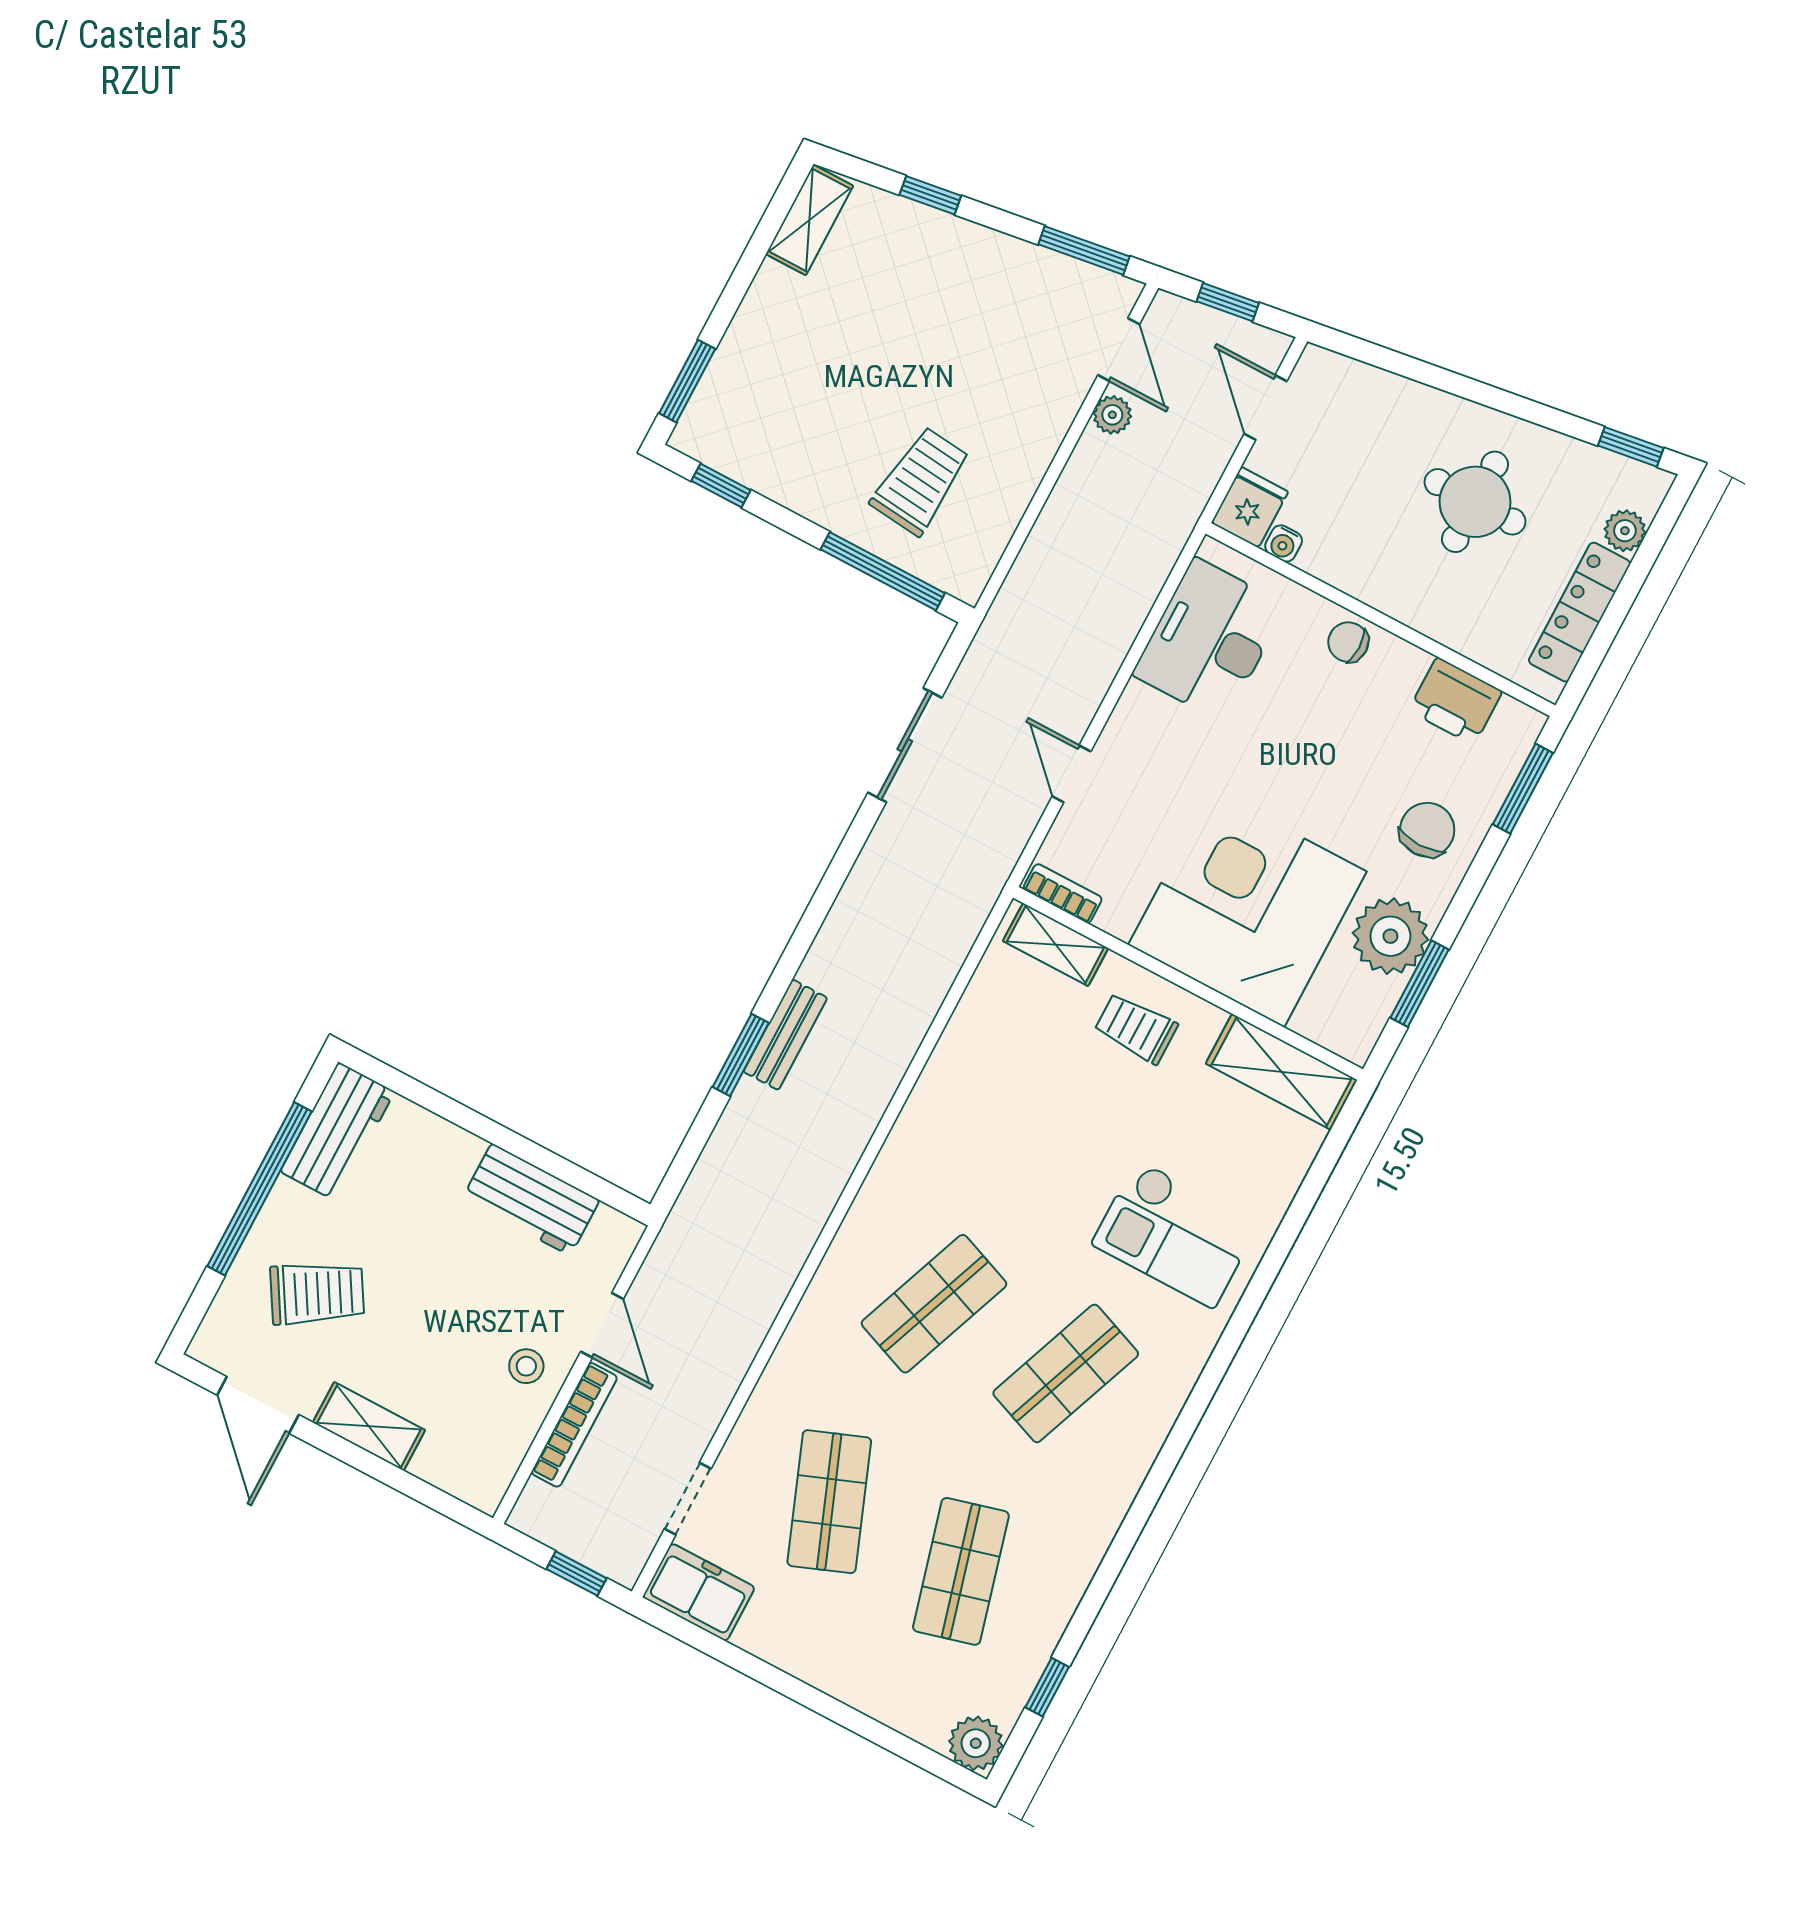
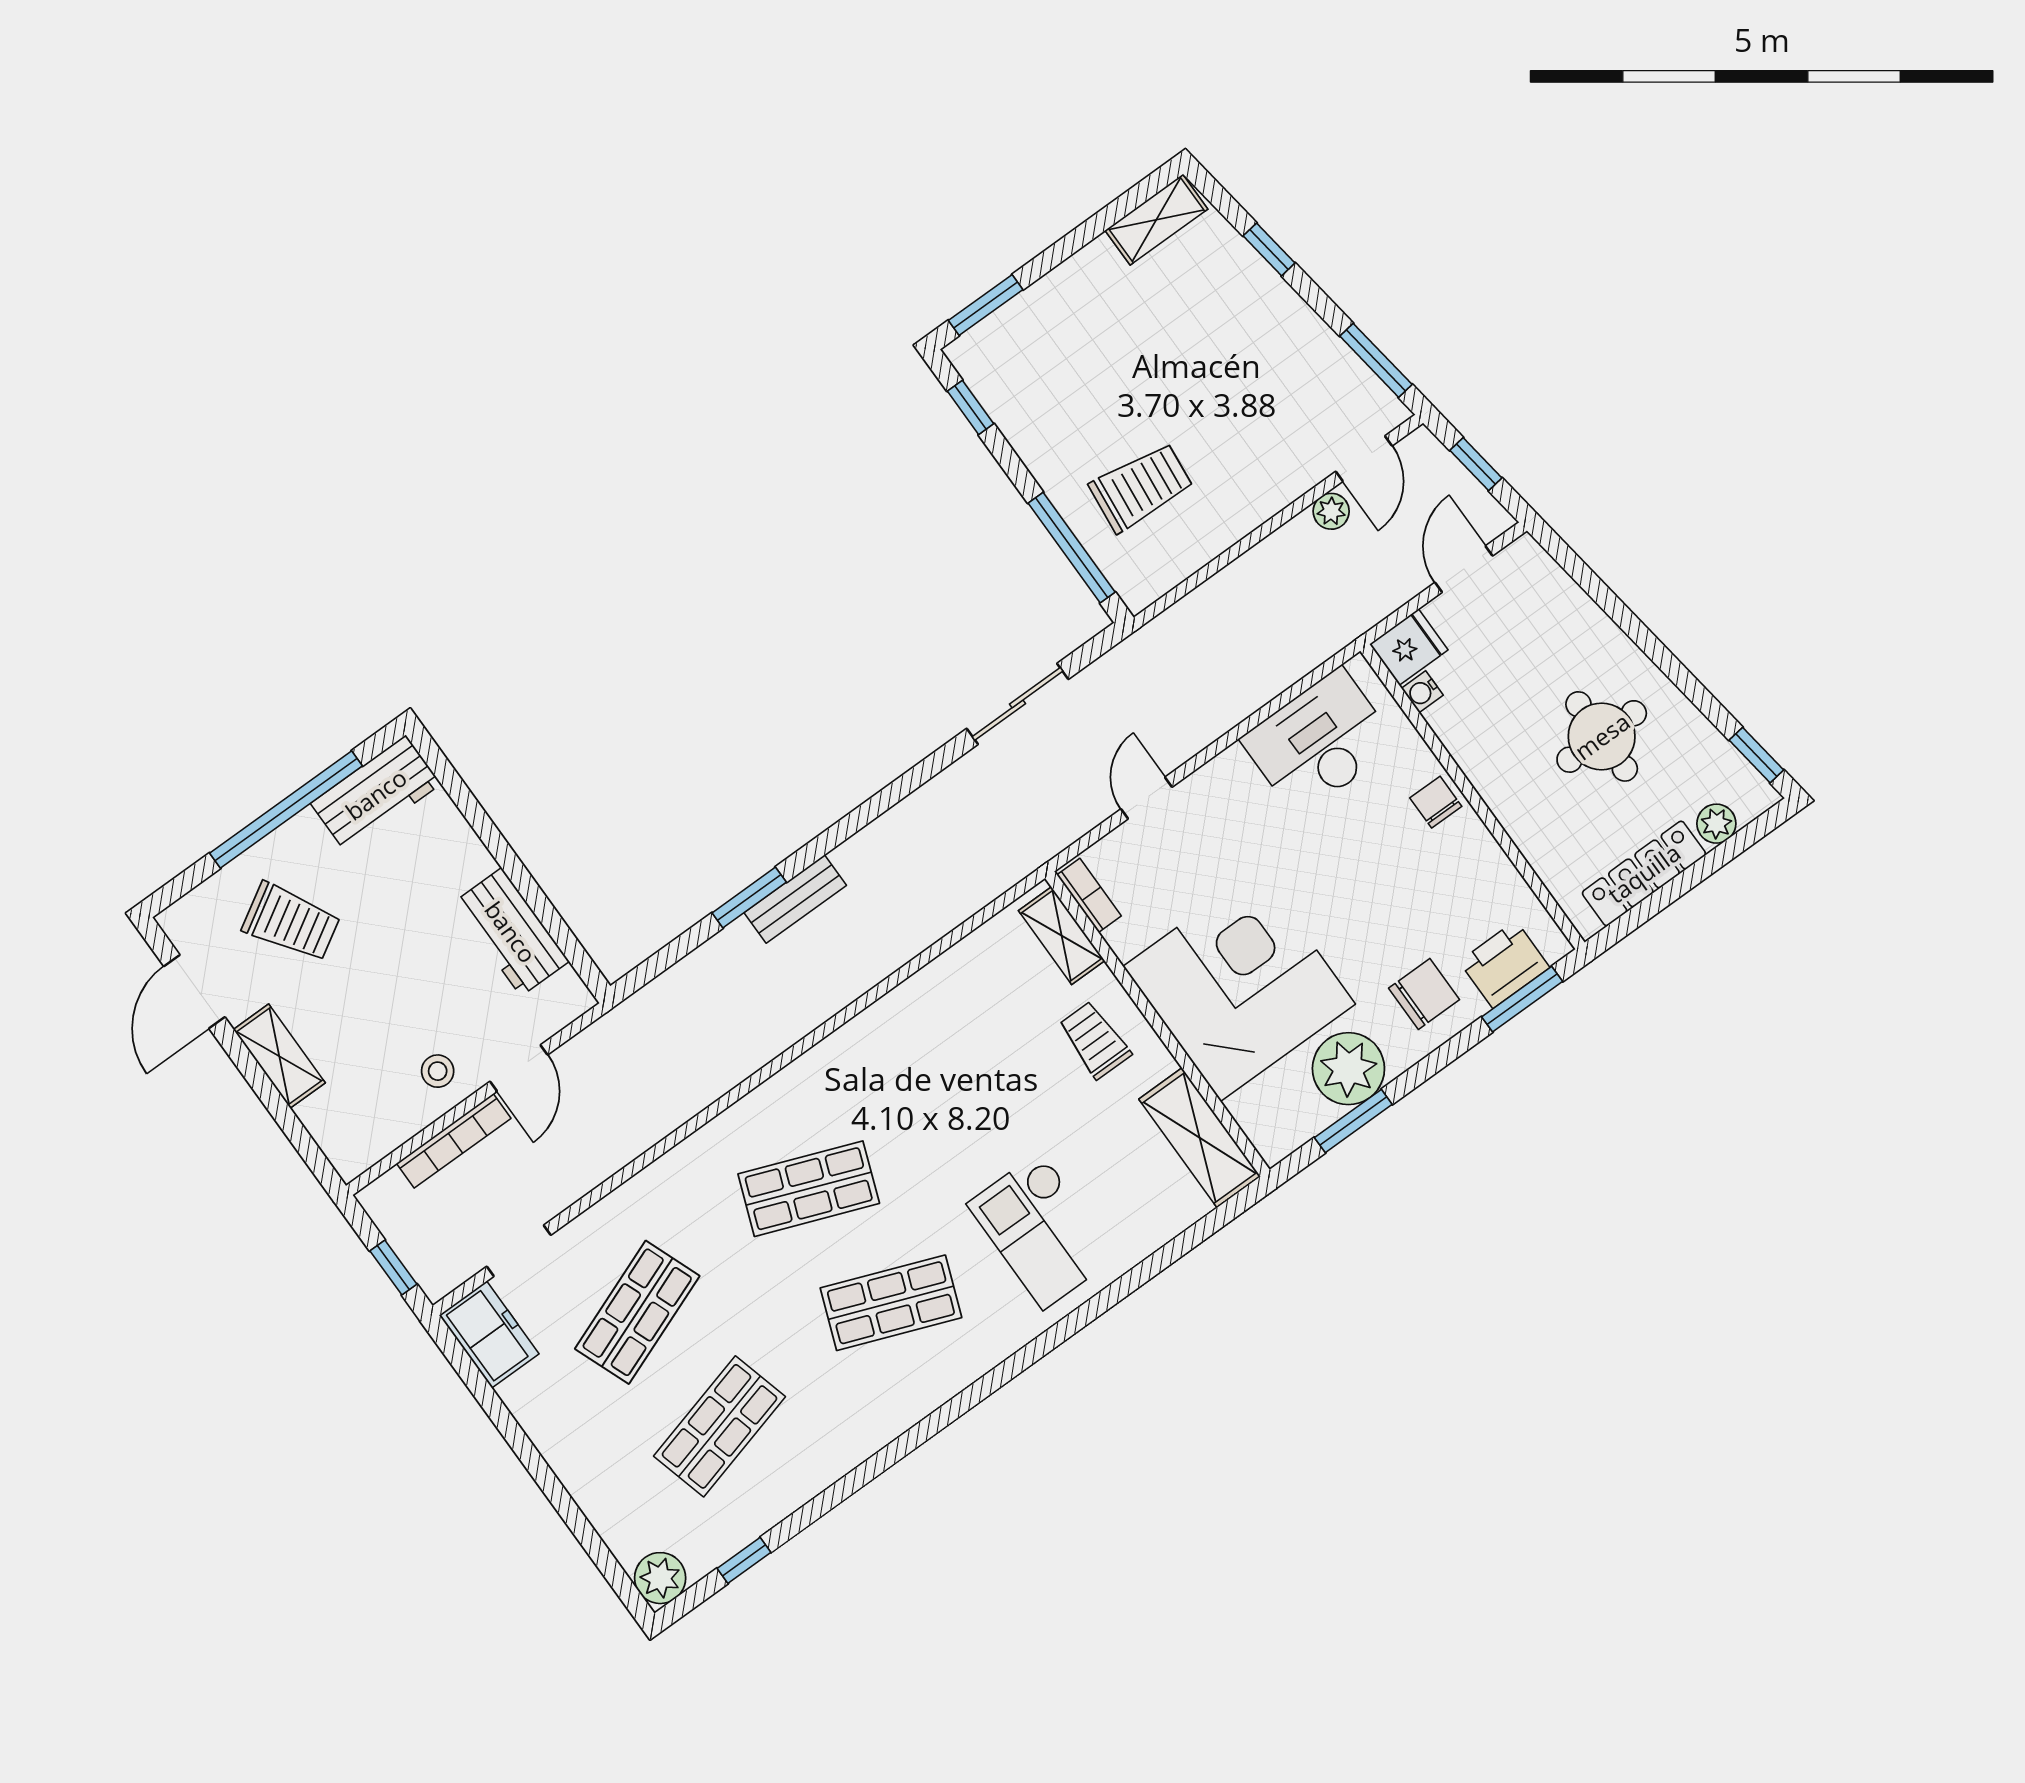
printer: (1455, 701) -> (1504, 964), moved, turned 90

